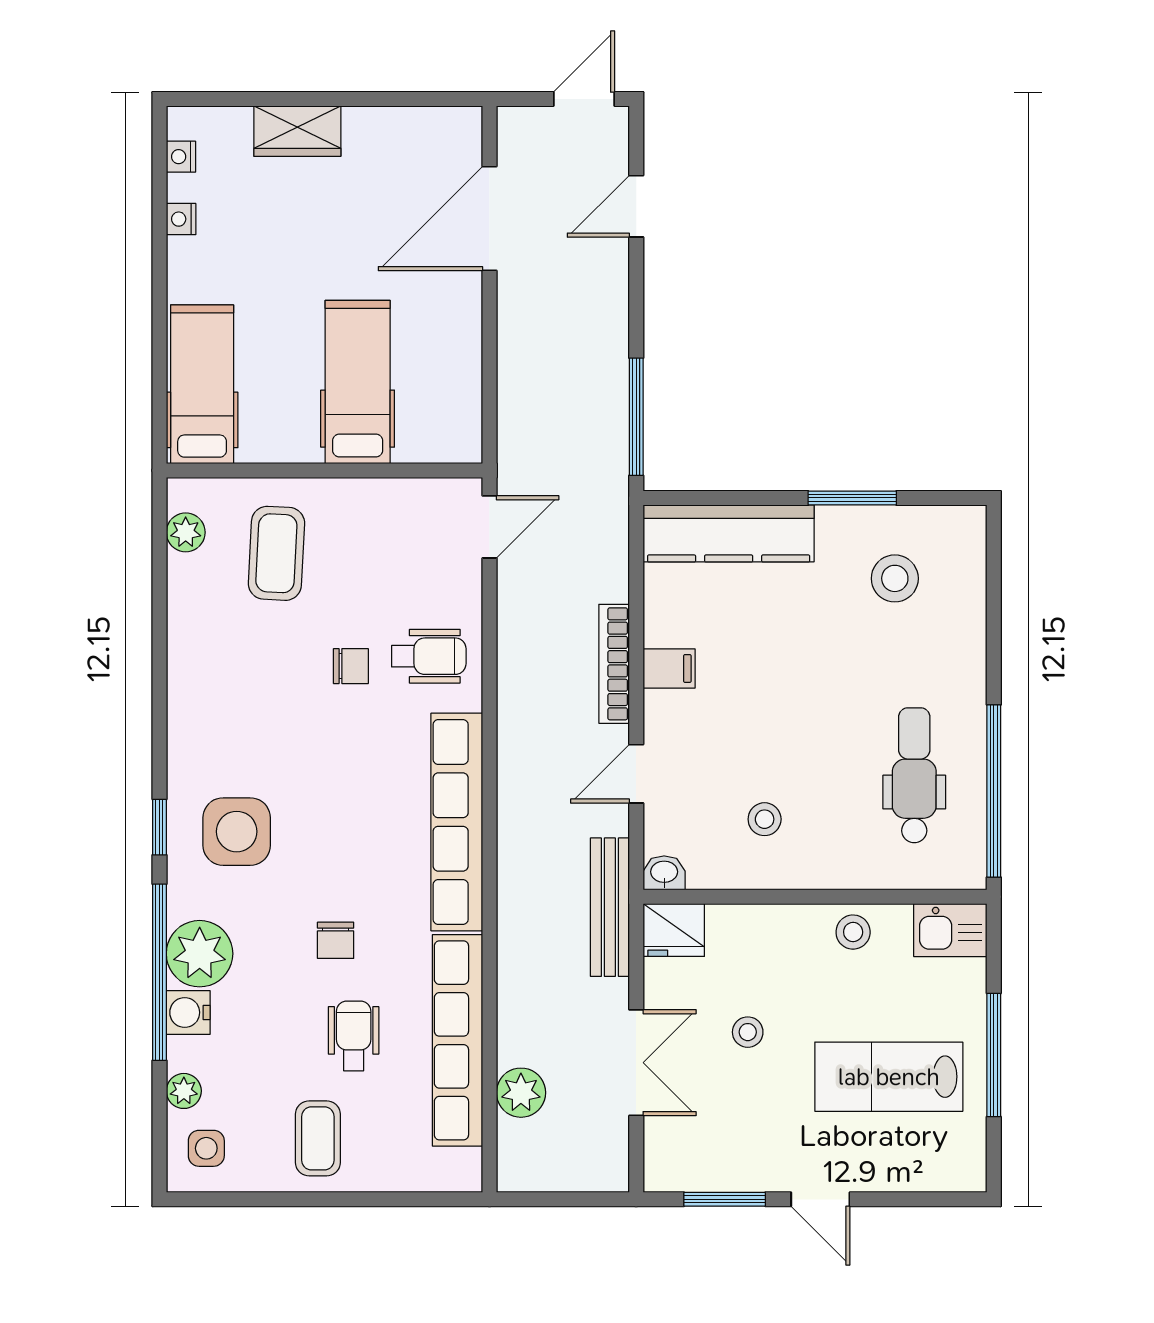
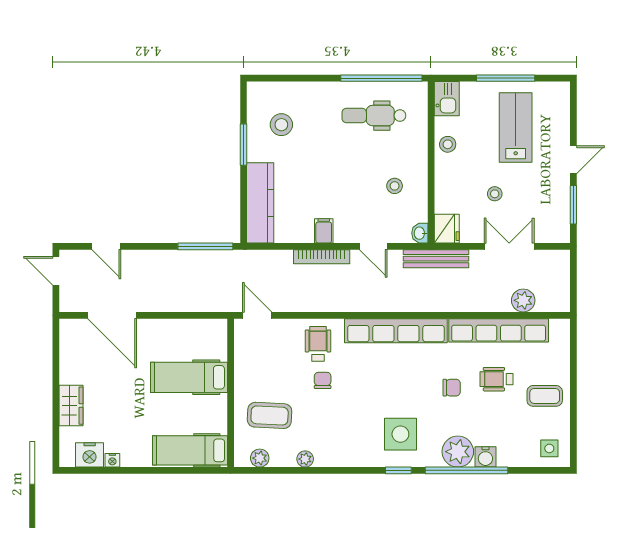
nightstand: (181, 157) -> (90, 455), width x1.89, depth x1.79
lab bench: (889, 1077) -> (516, 127), turned 180
plant: (184, 1091) -> (305, 459), moved

